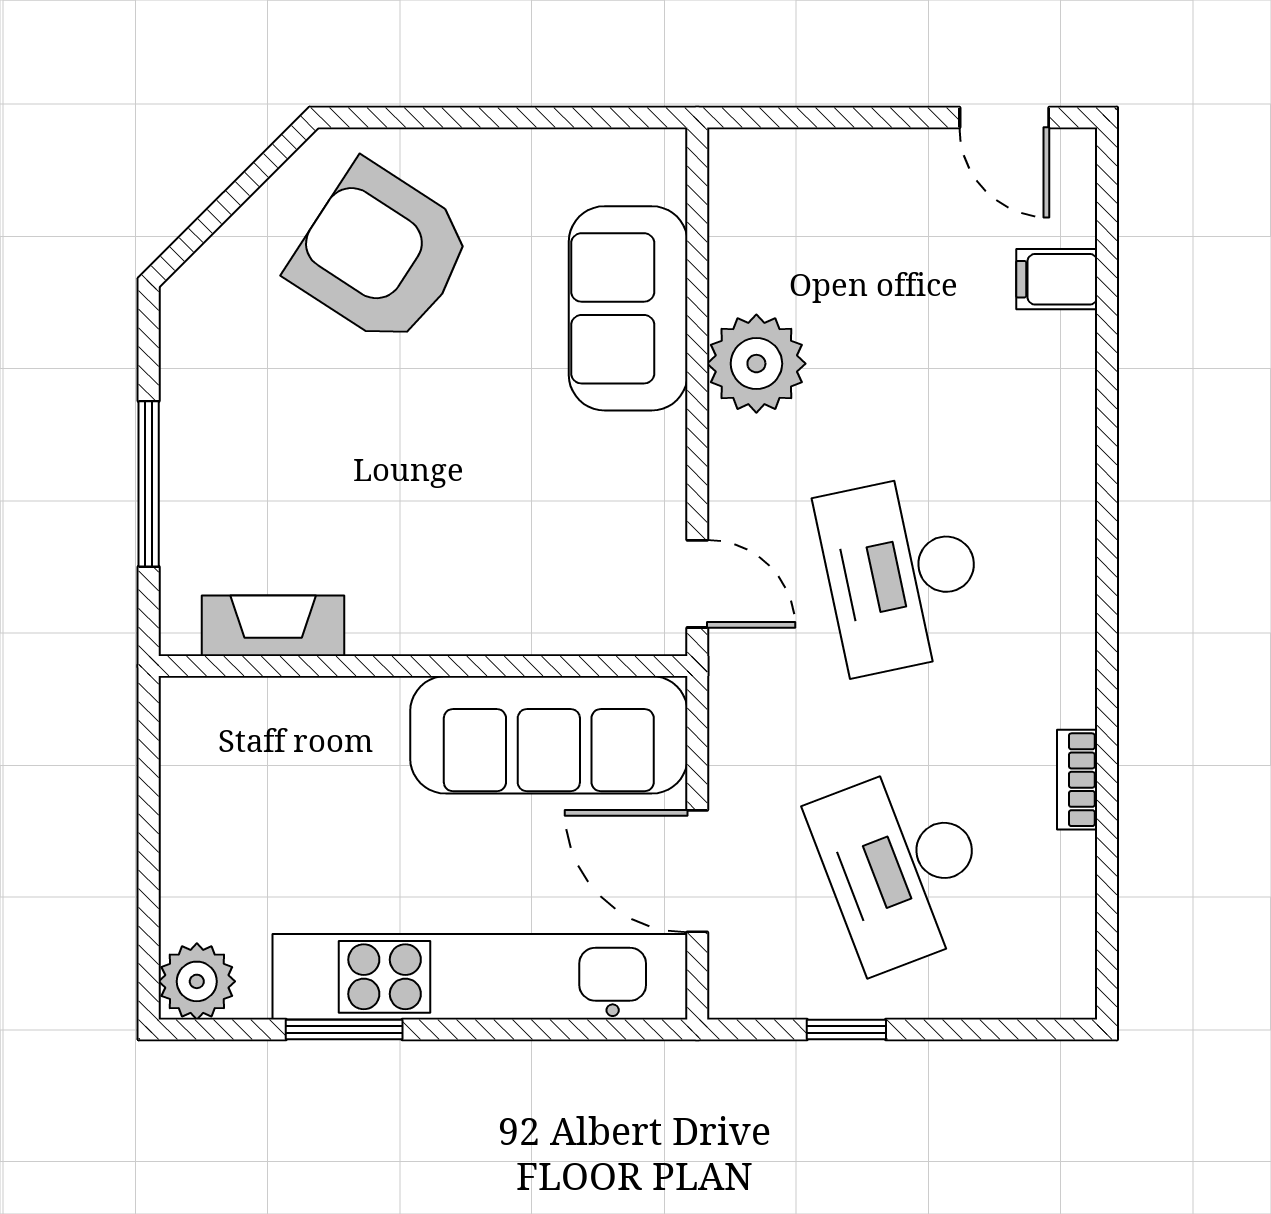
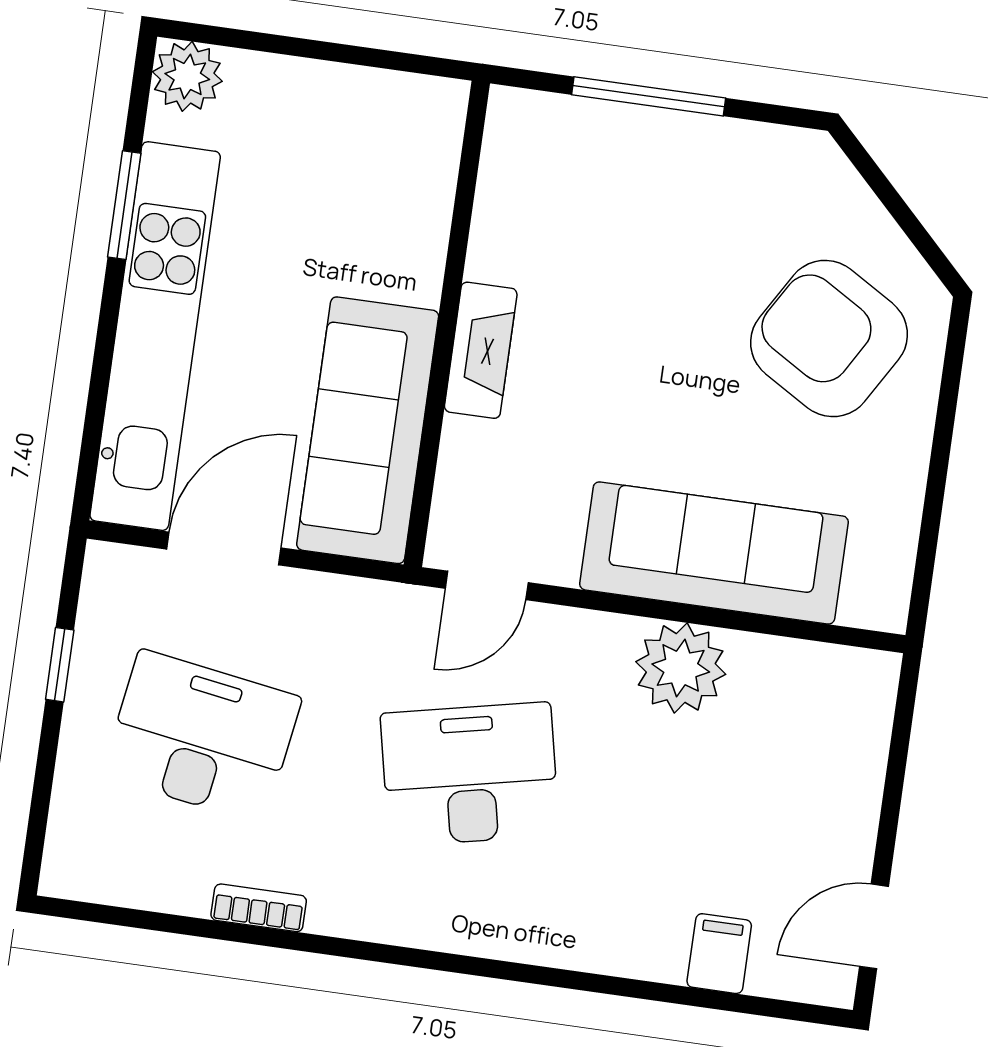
armchair: (381, 254) -> (829, 339), turned -92
sofa: (628, 308) -> (714, 553), width x1.36
fireplace: (273, 626) -> (481, 350), moved
desk: (902, 867) -> (202, 737), turned 30

